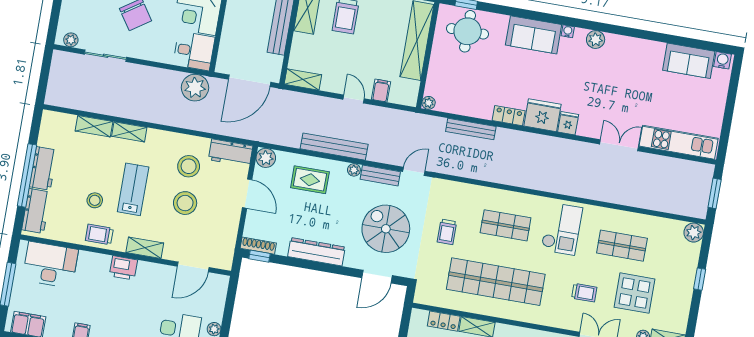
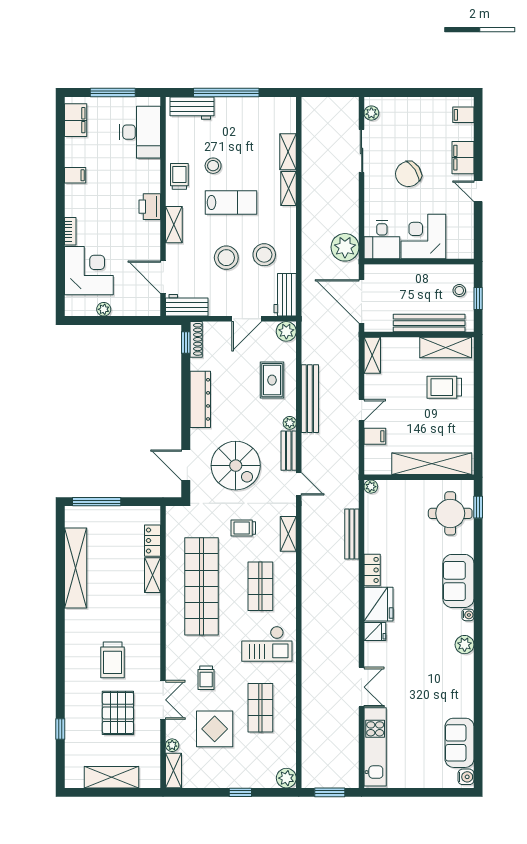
workbench: (43, 168) -> (187, 305), moved, turned 180
shelving: (460, 190) -> (288, 534), added
spiral stairs: (386, 229) -> (236, 466), turned 90

